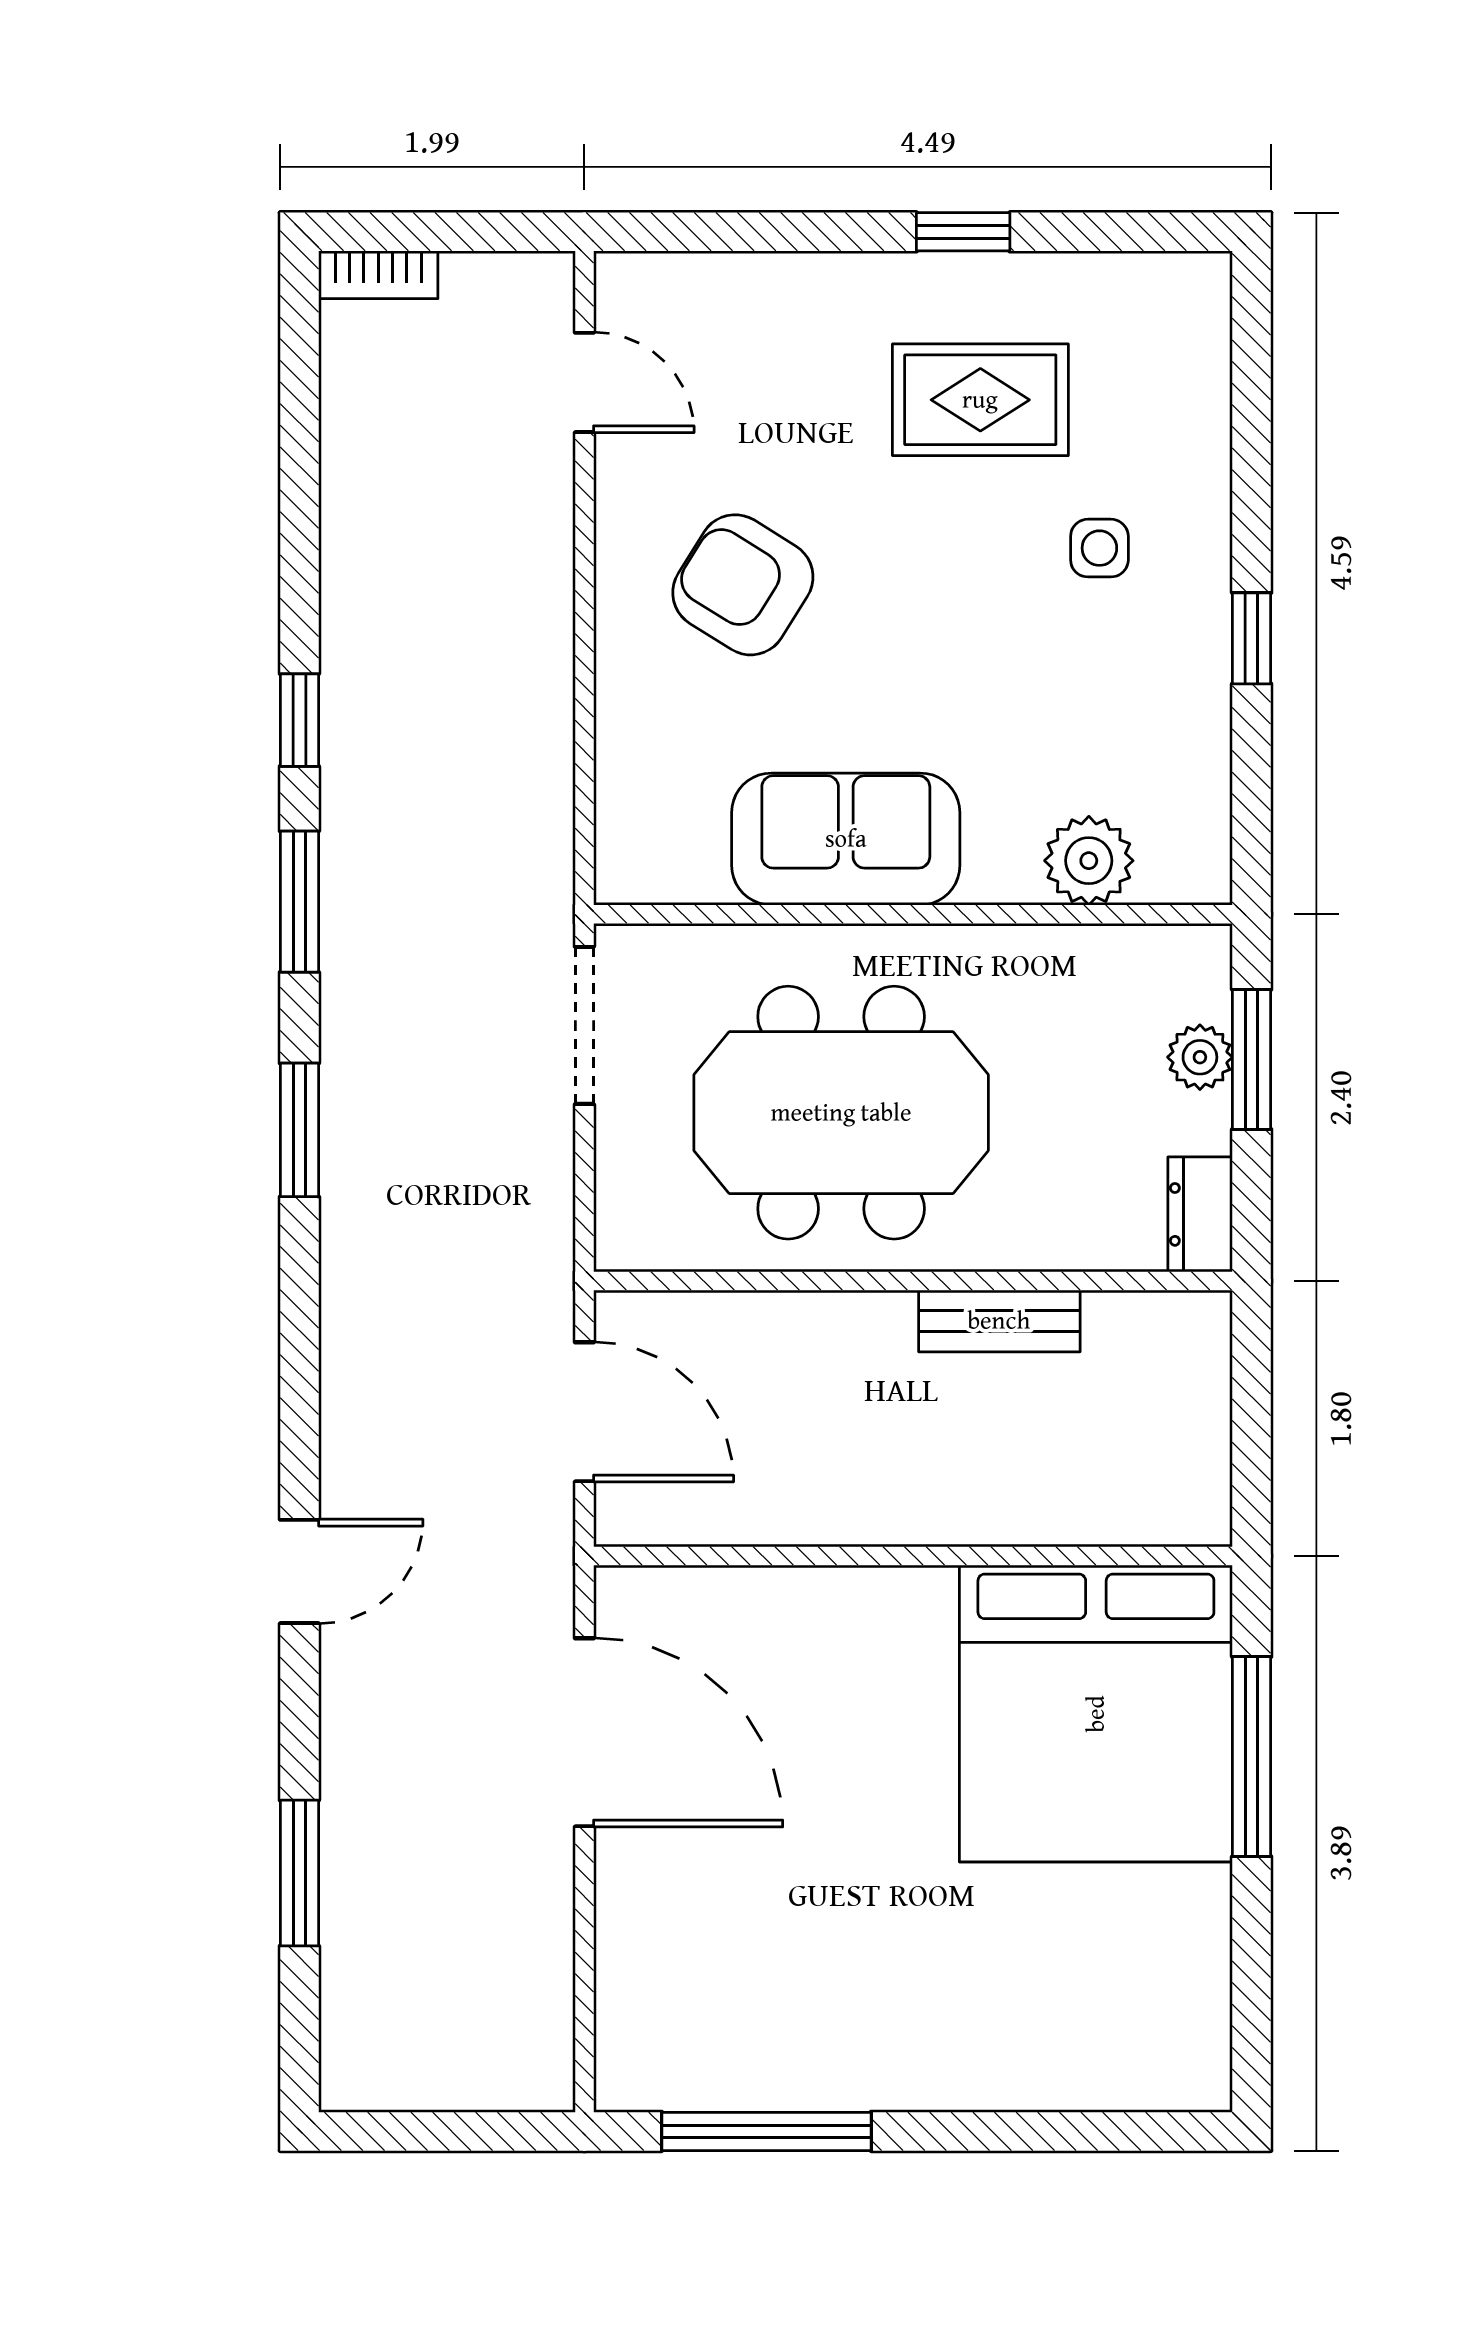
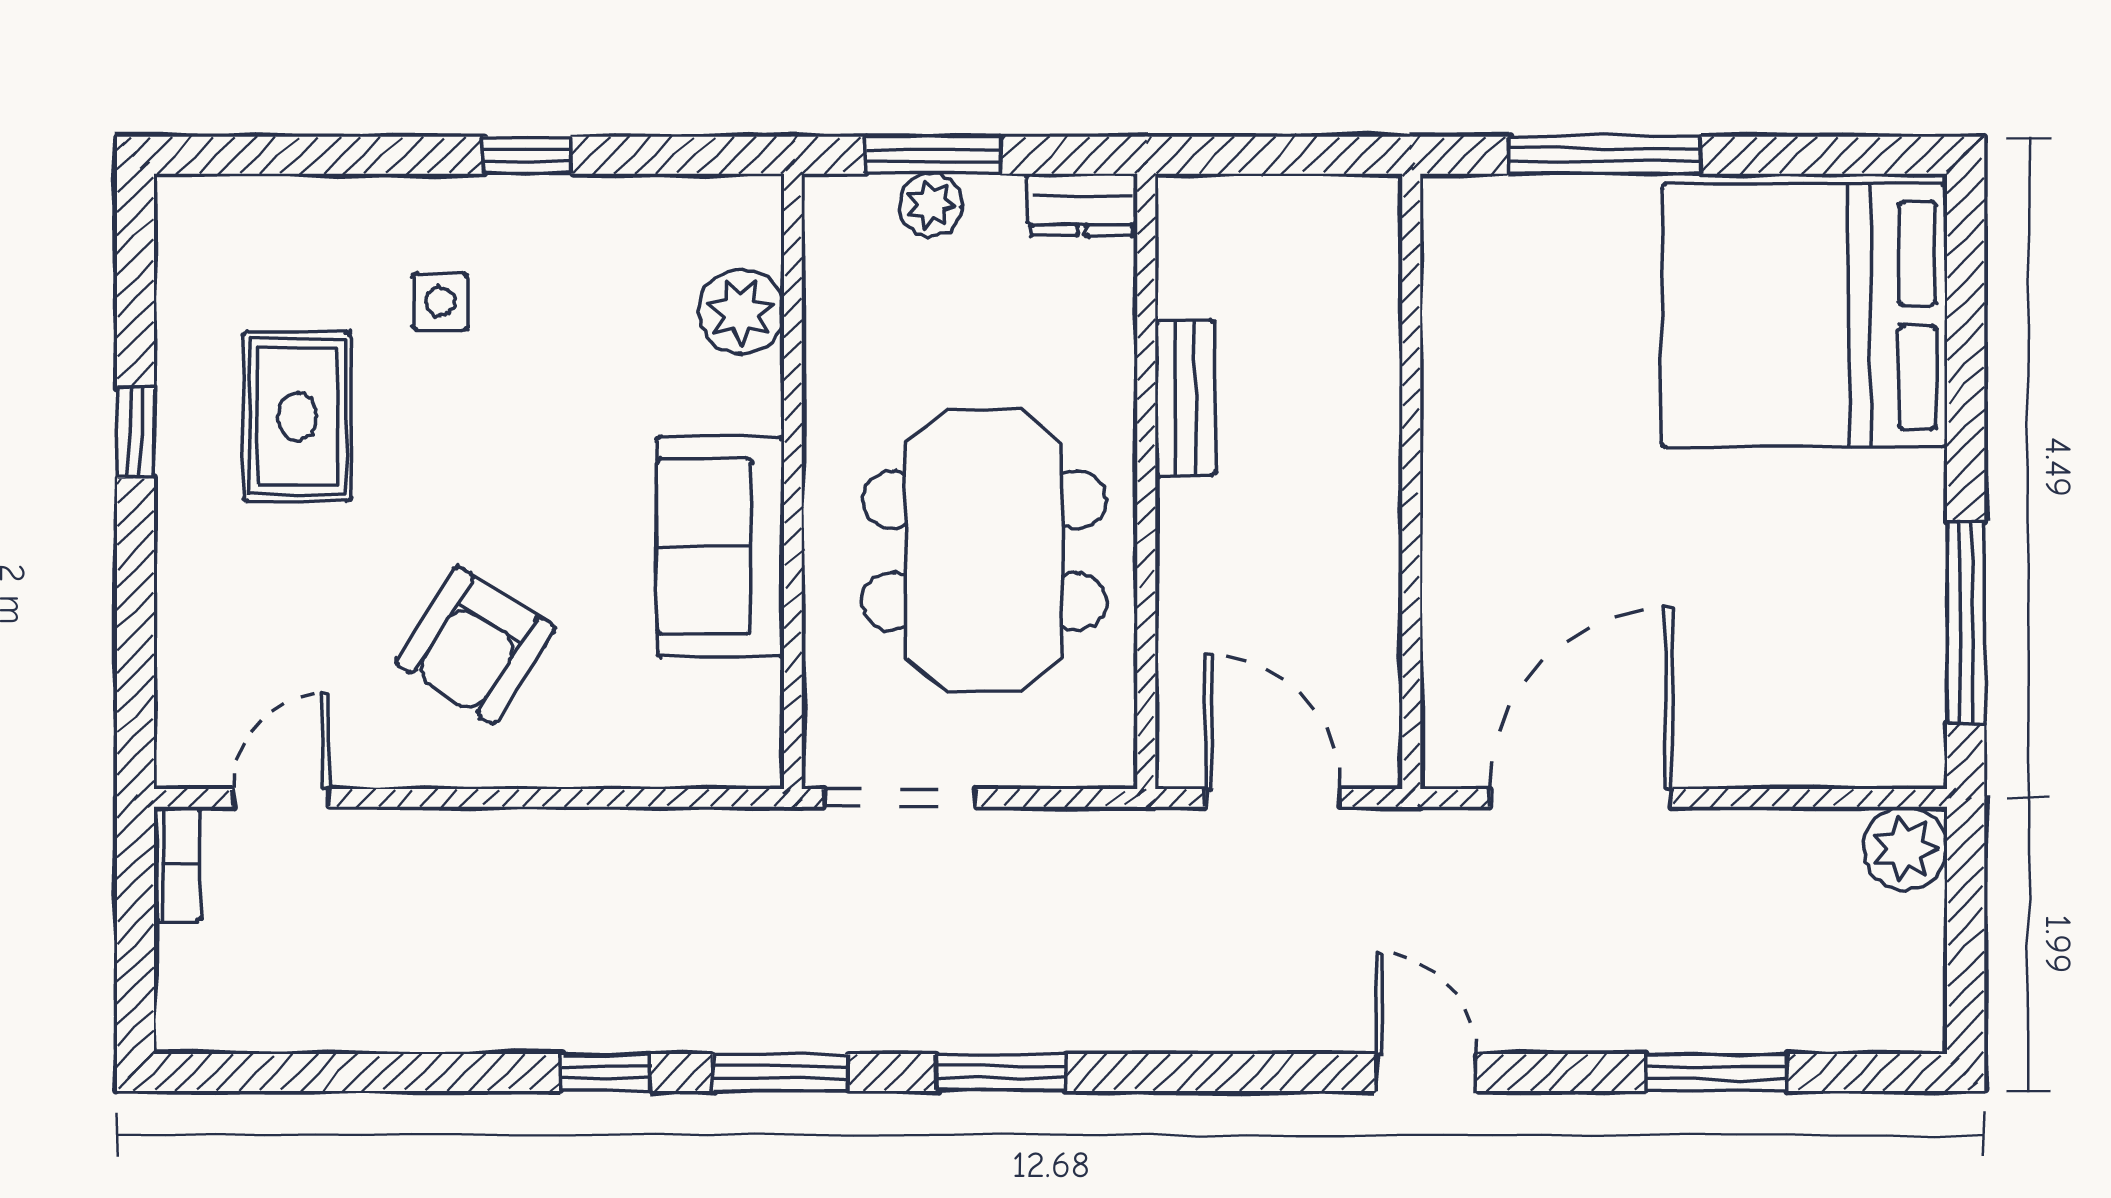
bookcase: (378, 275) -> (177, 864), moved
door: (584, 1412) -> (1272, 798), hinge flipped
bed: (1096, 1714) -> (1804, 315), moved, turned 180
plant: (532, 2069) -> (1905, 849), added

